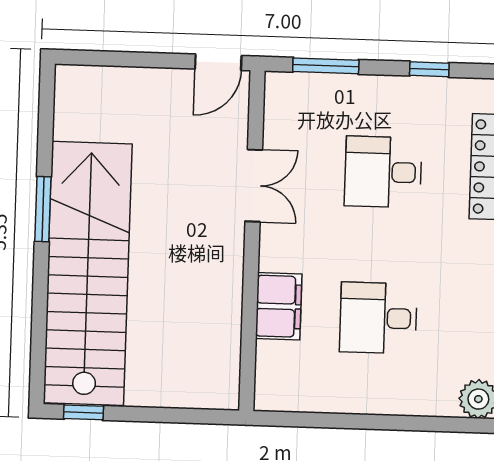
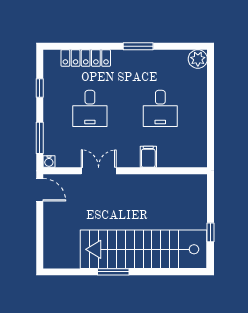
water cooler: (276, 83) -> (49, 161), added
filing cabinet: (279, 306) -> (148, 157), width x0.50
window: (83, 412) -> (211, 232), moved

